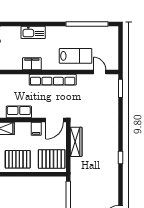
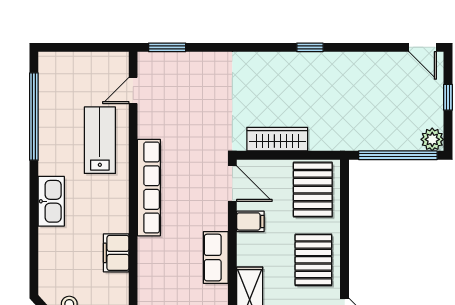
kitchen sink: (33, 32) -> (51, 201), moved
filing cabinet: (32, 64) -> (116, 253), moved

